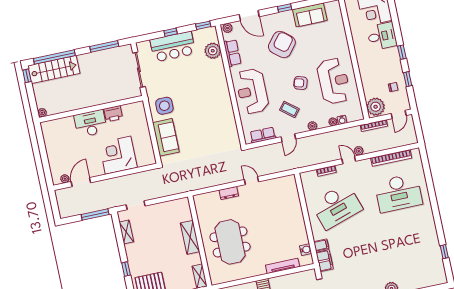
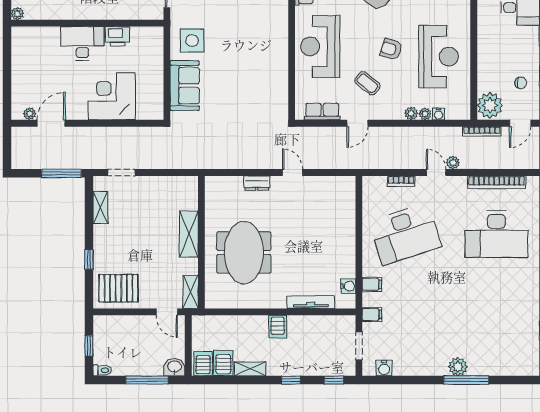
plant: (312, 126) -> (411, 113), moved
filing cabinet: (325, 261) -> (372, 315), width x0.50

